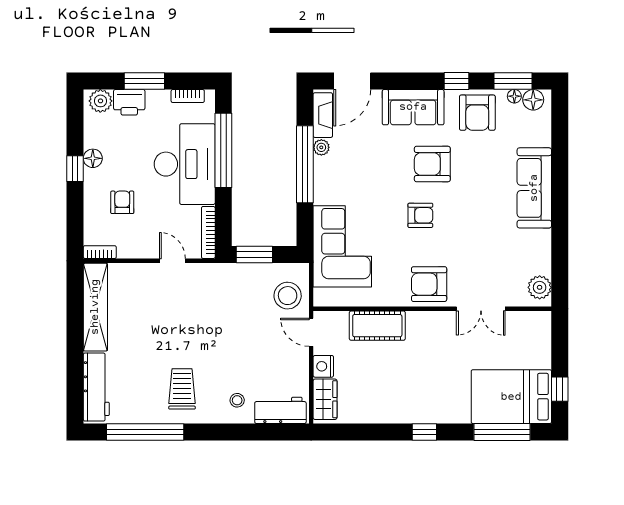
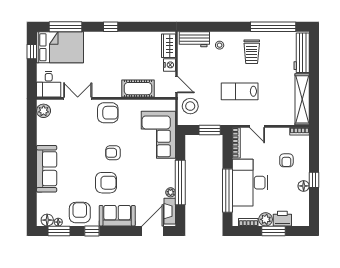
plant: (100, 101) -> (266, 219), moved
lab bench: (203, 321) -> (240, 91), added
desk: (531, 333) -> (49, 84), added

